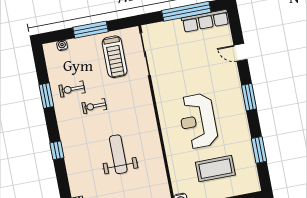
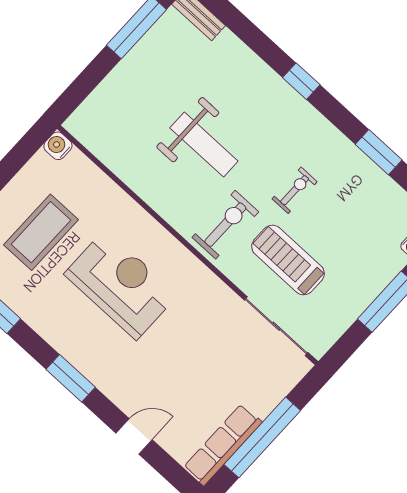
treadmill: (115, 57) -> (288, 260), moved
exercise bike: (72, 89) -> (225, 225), moved, width x1.38, depth x1.39

